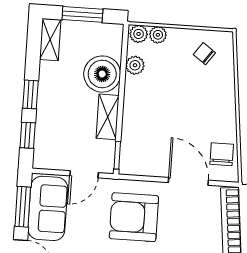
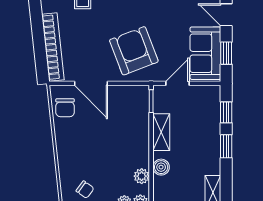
boiler: (102, 74) -> (161, 167), width x0.54, depth x0.54
window: (23, 207) -> (226, 53), width x0.67
armchair: (134, 217) -> (134, 51), turned -111

